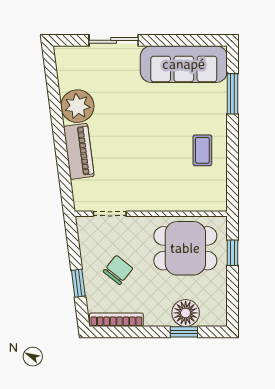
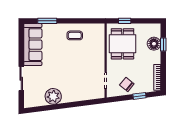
piano: (79, 151) -> (75, 96), removed
chair: (118, 270) -> (127, 84), moved

